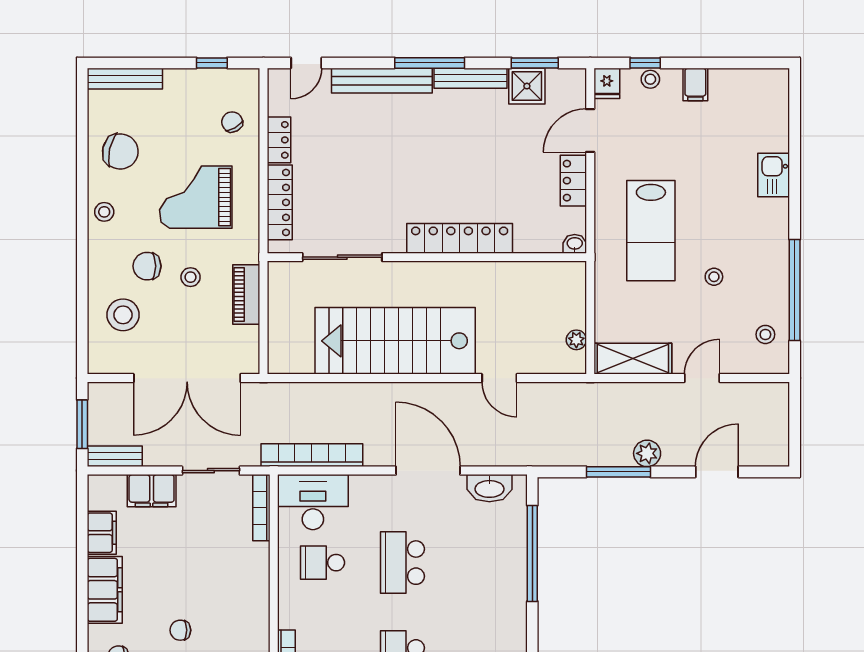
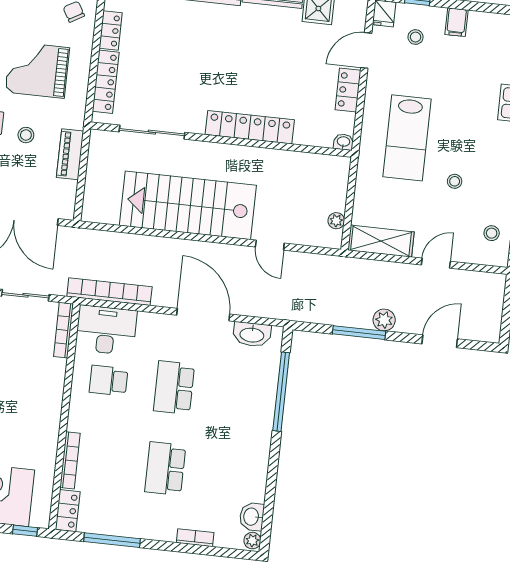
stool: (650, 79) -> (416, 37), moved

